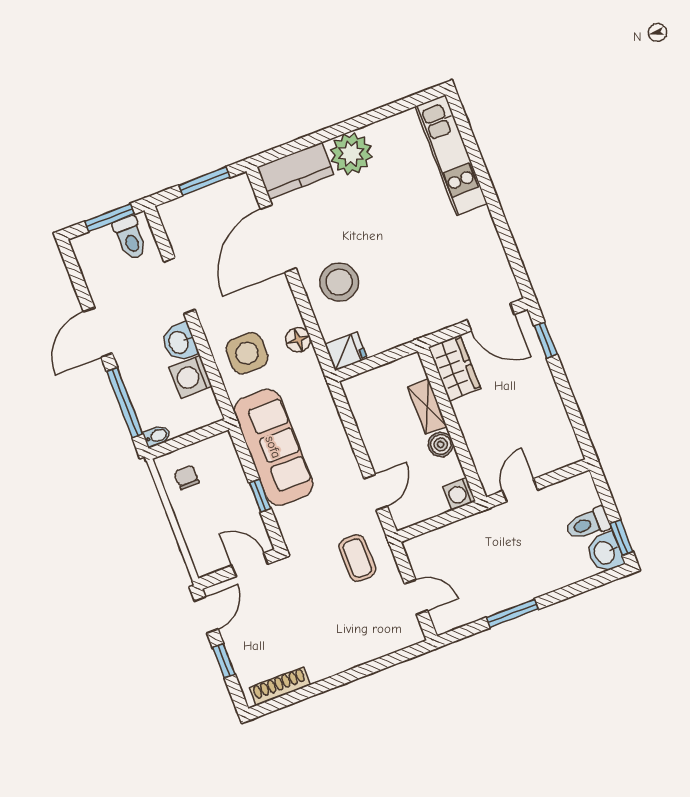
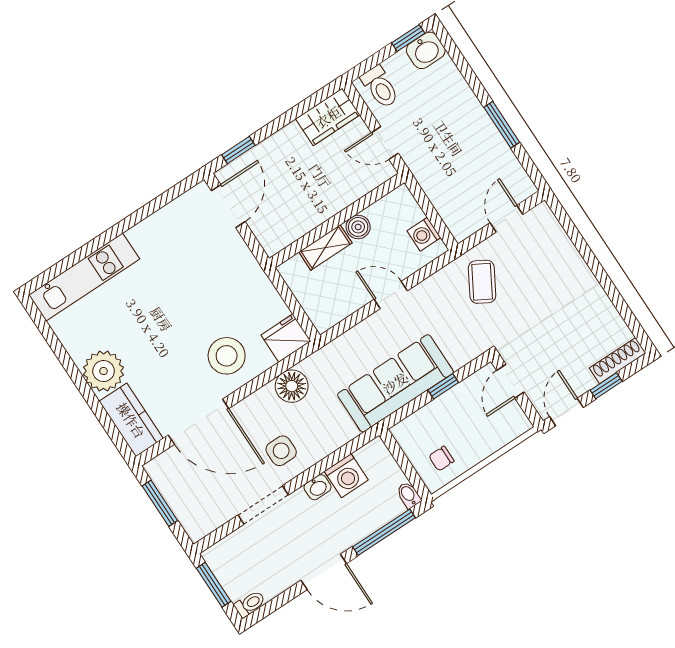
toilet: (130, 238) -> (250, 604), moved, width x0.73, depth x0.72
floor lamp: (298, 340) -> (292, 386), width x1.38, depth x1.38
washbasin: (179, 342) -> (318, 487), width x0.72, depth x0.69
fridge: (346, 351) -> (286, 338), width x1.38
side table: (247, 353) -> (281, 451), moved, width x0.73, depth x0.73
wardrobe: (454, 368) -> (328, 117), moved, turned 180
door: (376, 492) -> (391, 295), moved
washing machine: (459, 494) -> (424, 234), moved, turned 90
toilet: (588, 524) -> (380, 87), moved
coffee table: (357, 558) -> (482, 282), turned -60
door: (206, 615) -> (566, 412), hinge flipped
shoe rack: (280, 686) -> (618, 361), moved, turned 90

